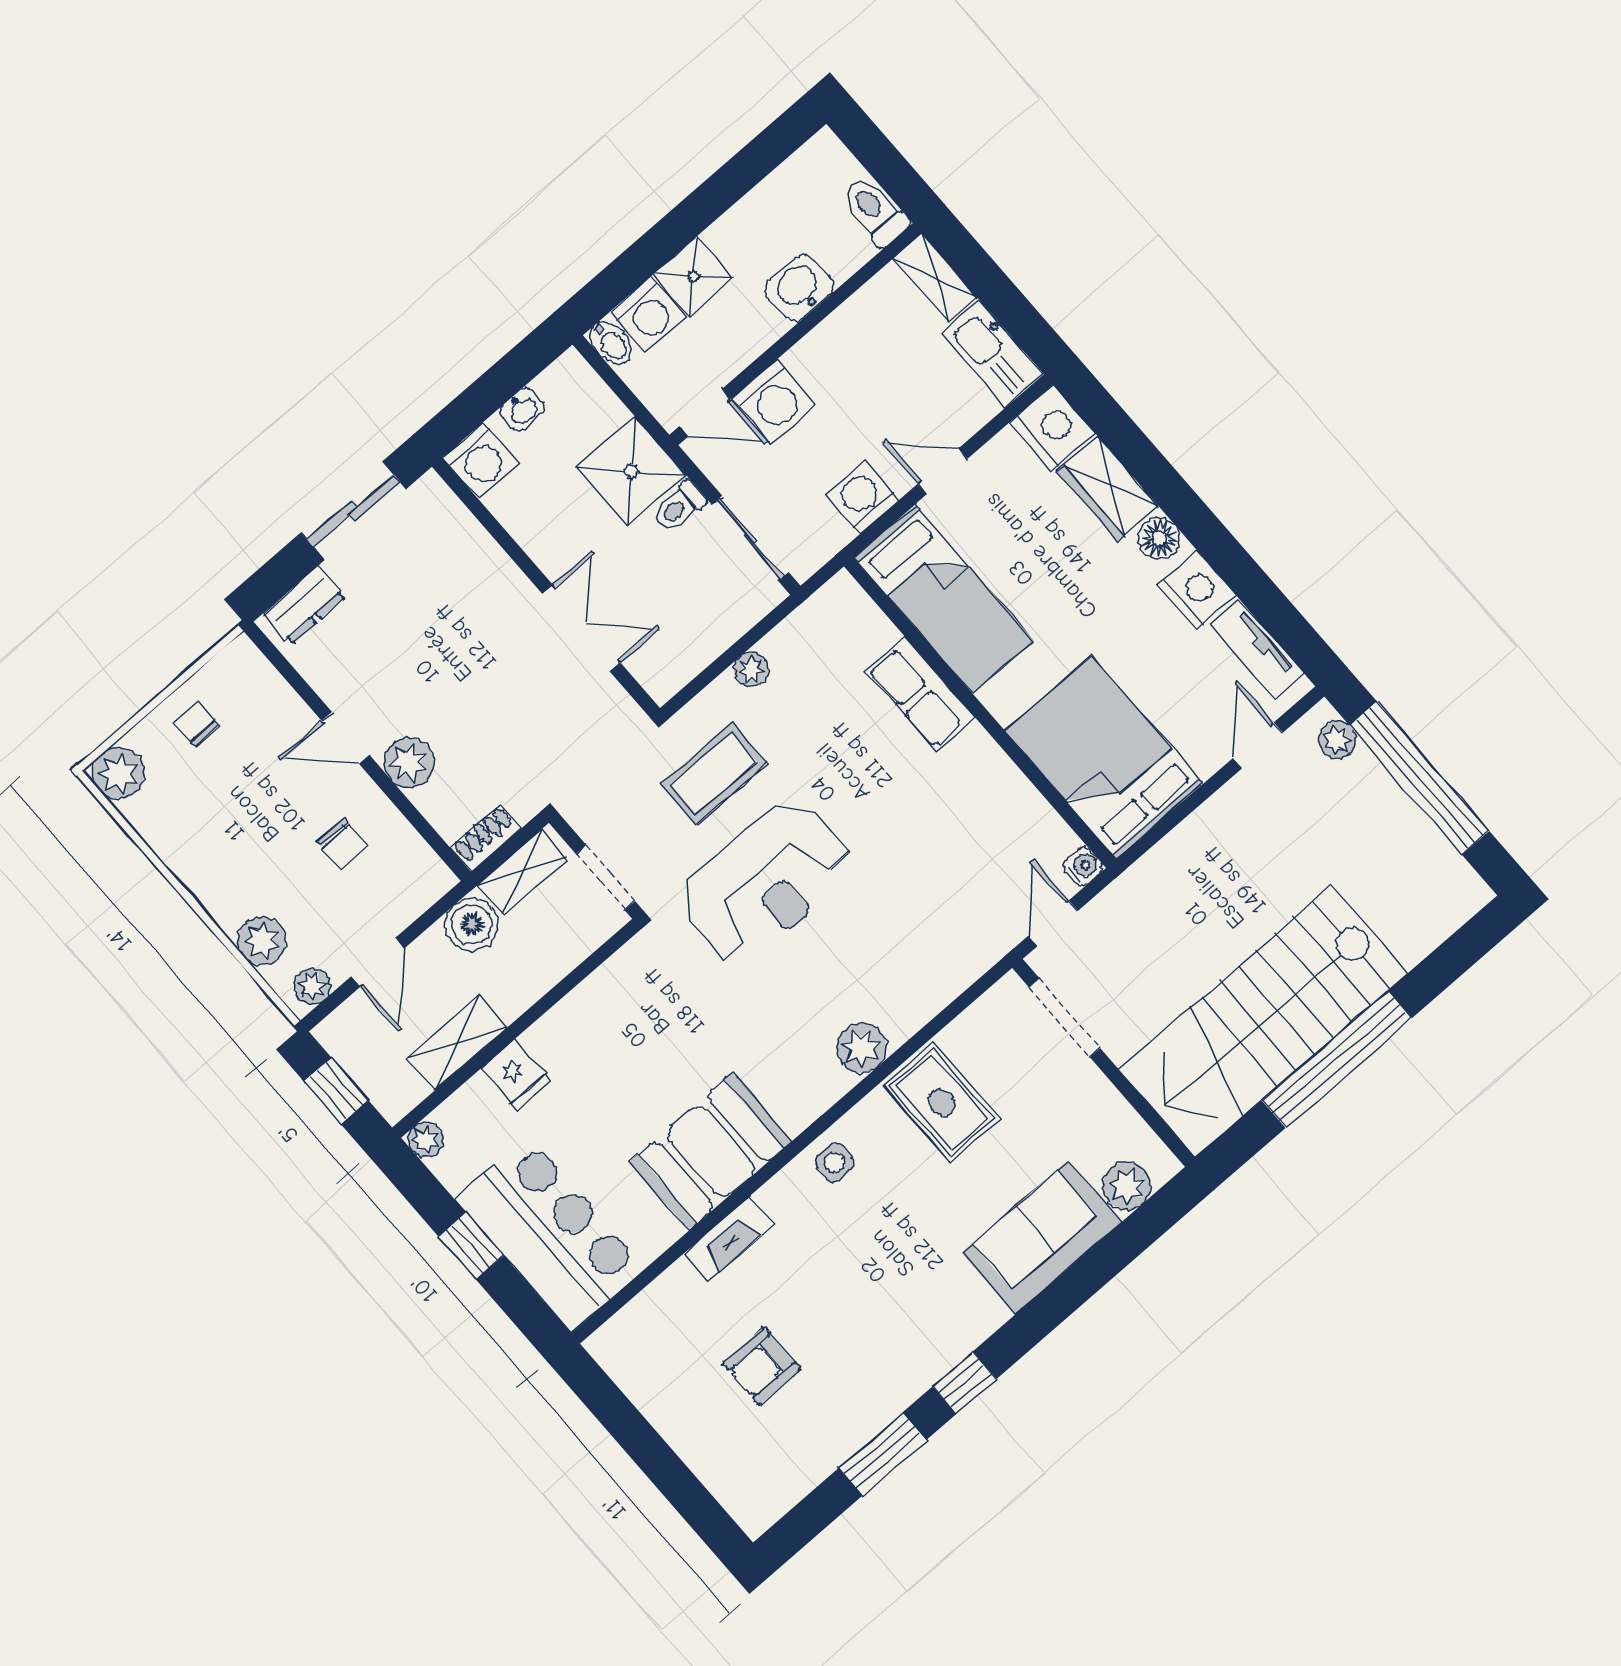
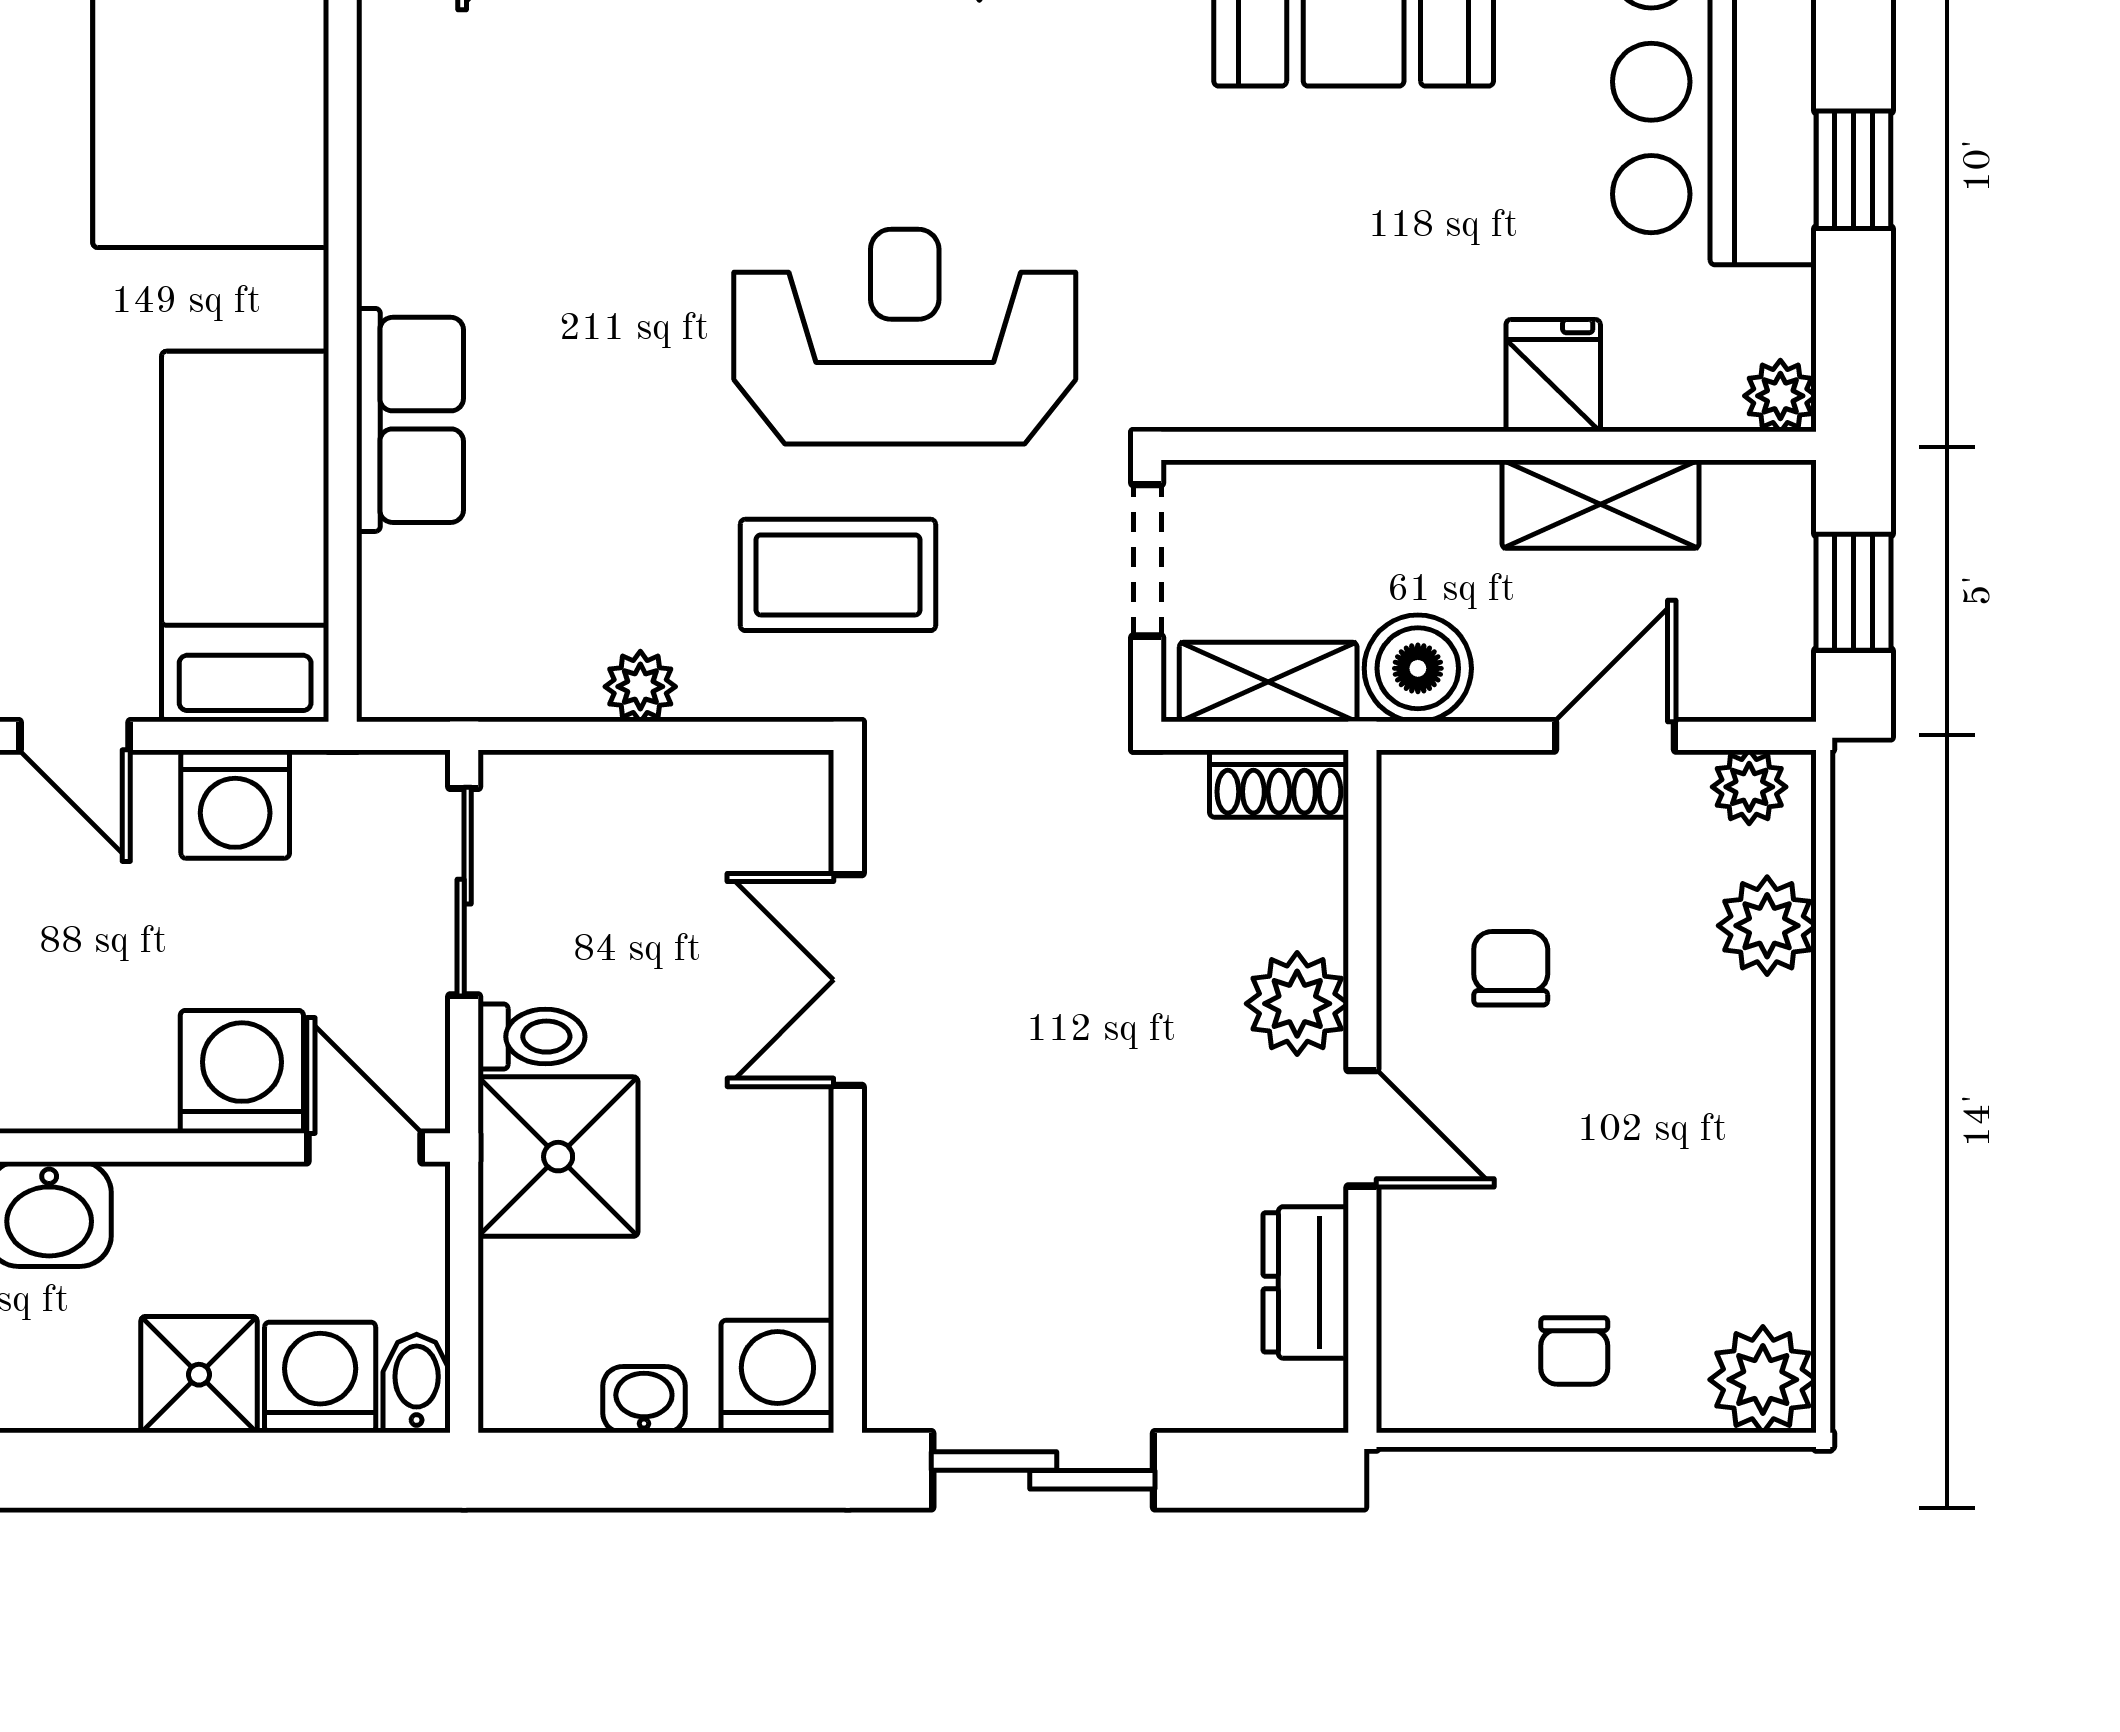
dresser: (305, 605) -> (1306, 1282), moved, turned -90

